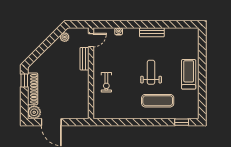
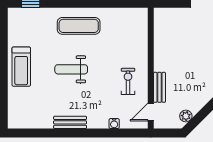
weight bench: (151, 72) -> (71, 69), turned 90
exercise bike: (106, 82) -> (128, 81), moved
exercise mat: (158, 101) -> (79, 26), moved

